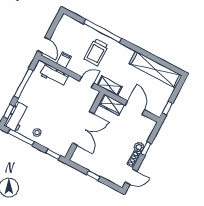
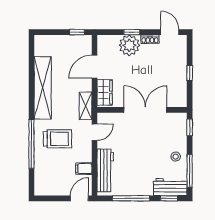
shelving: (156, 70) -> (43, 88), moved
workbench: (54, 75) -> (105, 170), width x1.37
door: (87, 82) -> (94, 132), swing flipped
plant: (139, 147) -> (129, 45), width x1.88, depth x1.88

